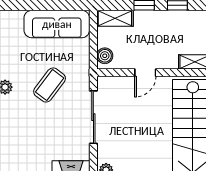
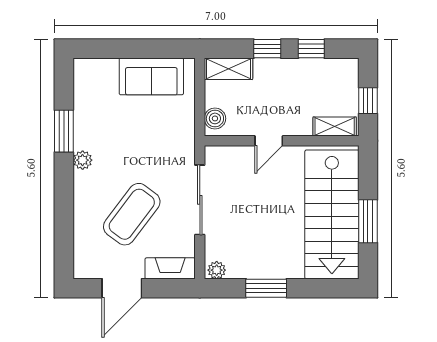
sofa: (57, 24) -> (151, 76), width x0.73
coffee table: (50, 85) -> (132, 214), moved, width x1.36, depth x1.32

